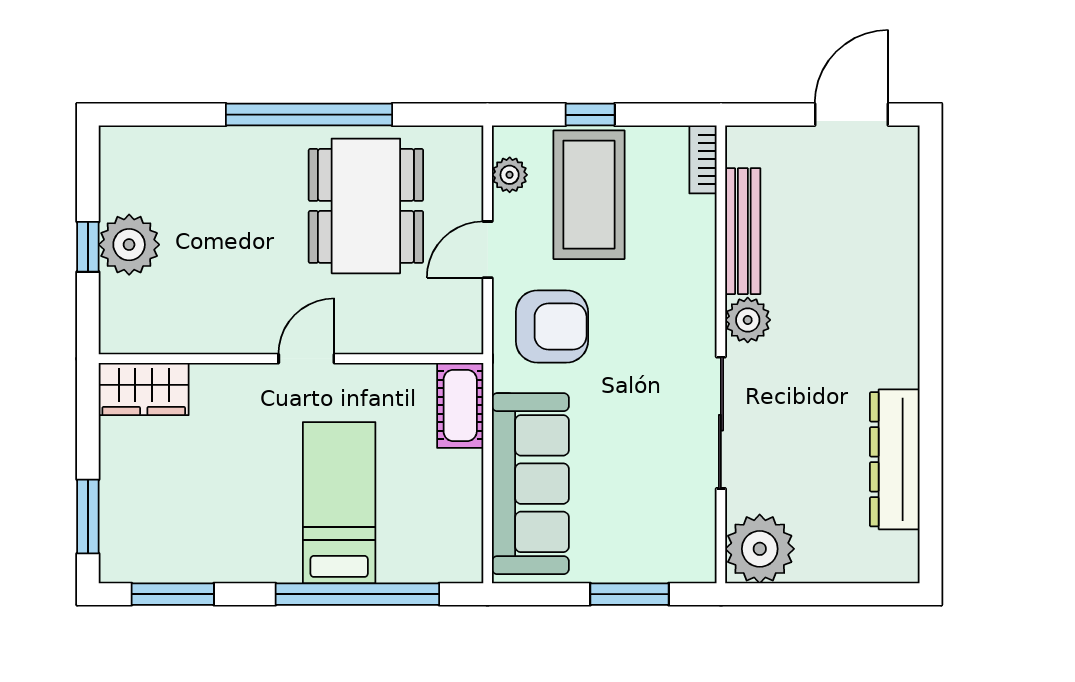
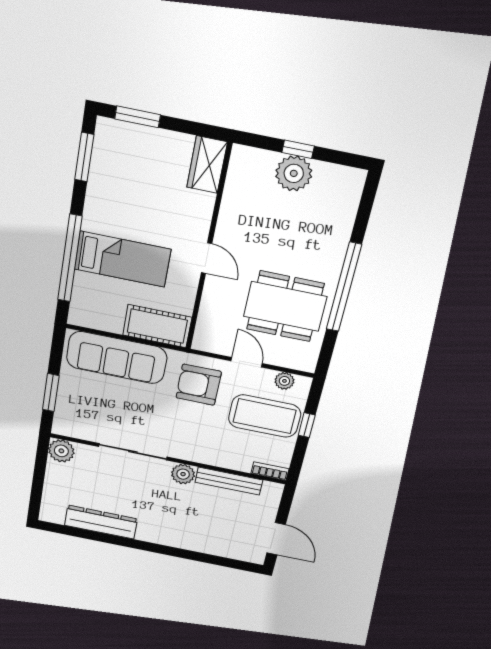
armchair: (552, 326) -> (199, 385), turned 90
cot: (460, 405) -> (157, 326), width x1.37, depth x1.34
plant: (760, 549) -> (61, 451), width x0.73, depth x0.73

